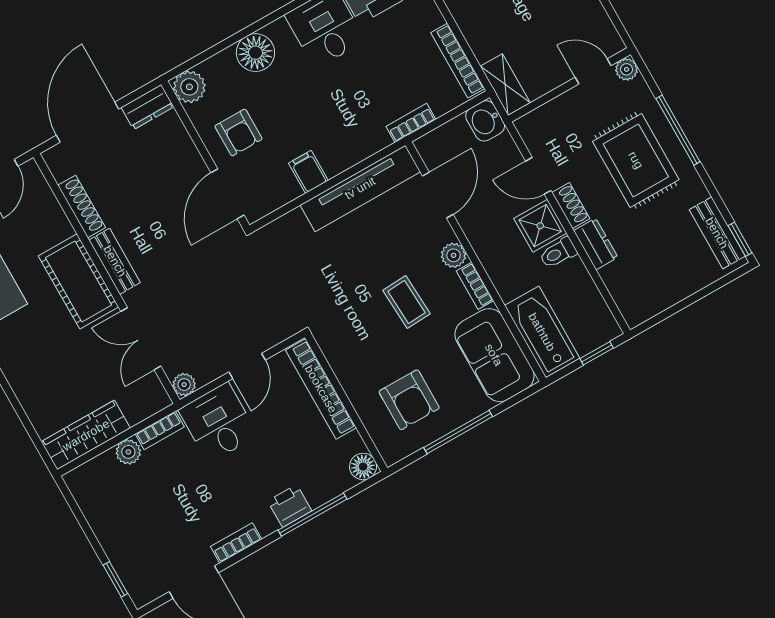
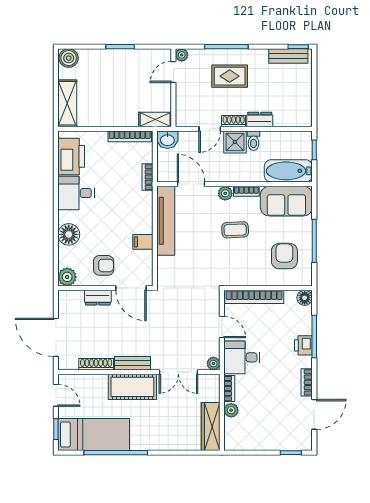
dresser: (148, 107) -> (98, 298), moved, turned 90
rug: (636, 160) -> (230, 76), width x0.73, depth x0.70
armchair: (409, 400) -> (284, 256), turned -90

